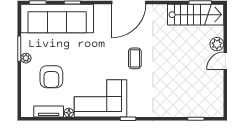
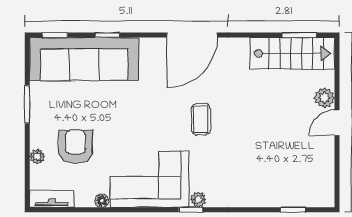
plant: (26, 58) -> (37, 157), moved
armchair: (51, 77) -> (76, 147), turned 180
tv unit: (49, 111) -> (52, 199), moved
plant: (133, 112) -> (198, 200), added

